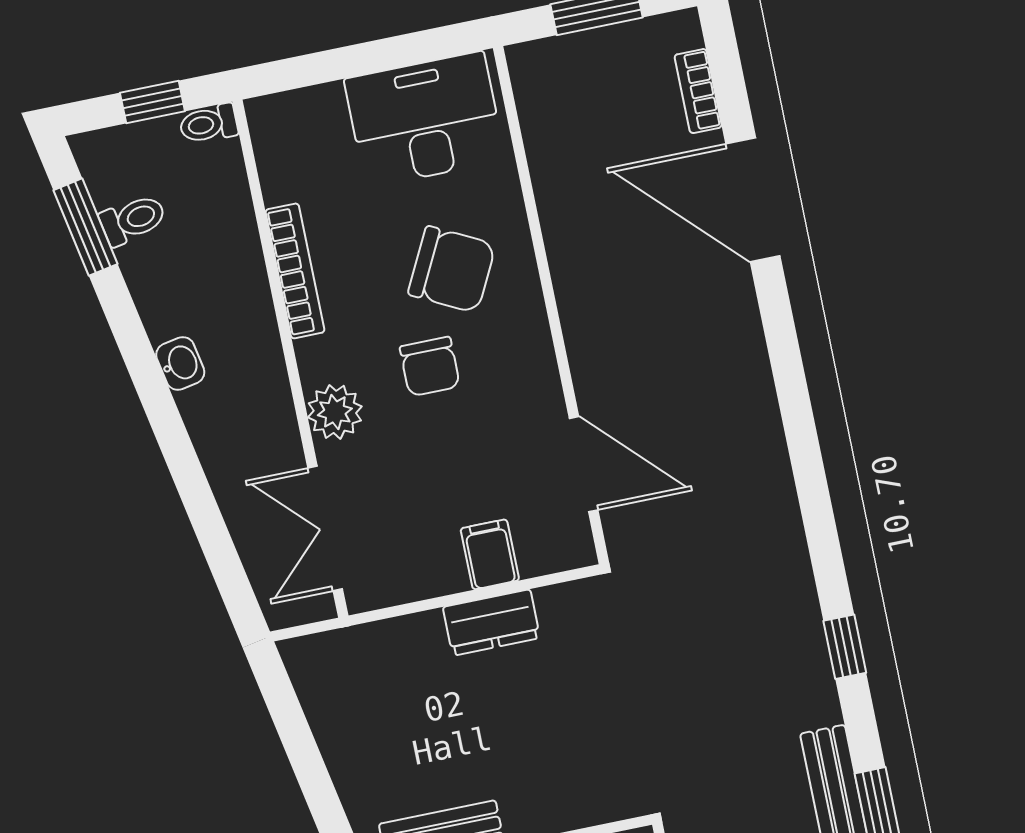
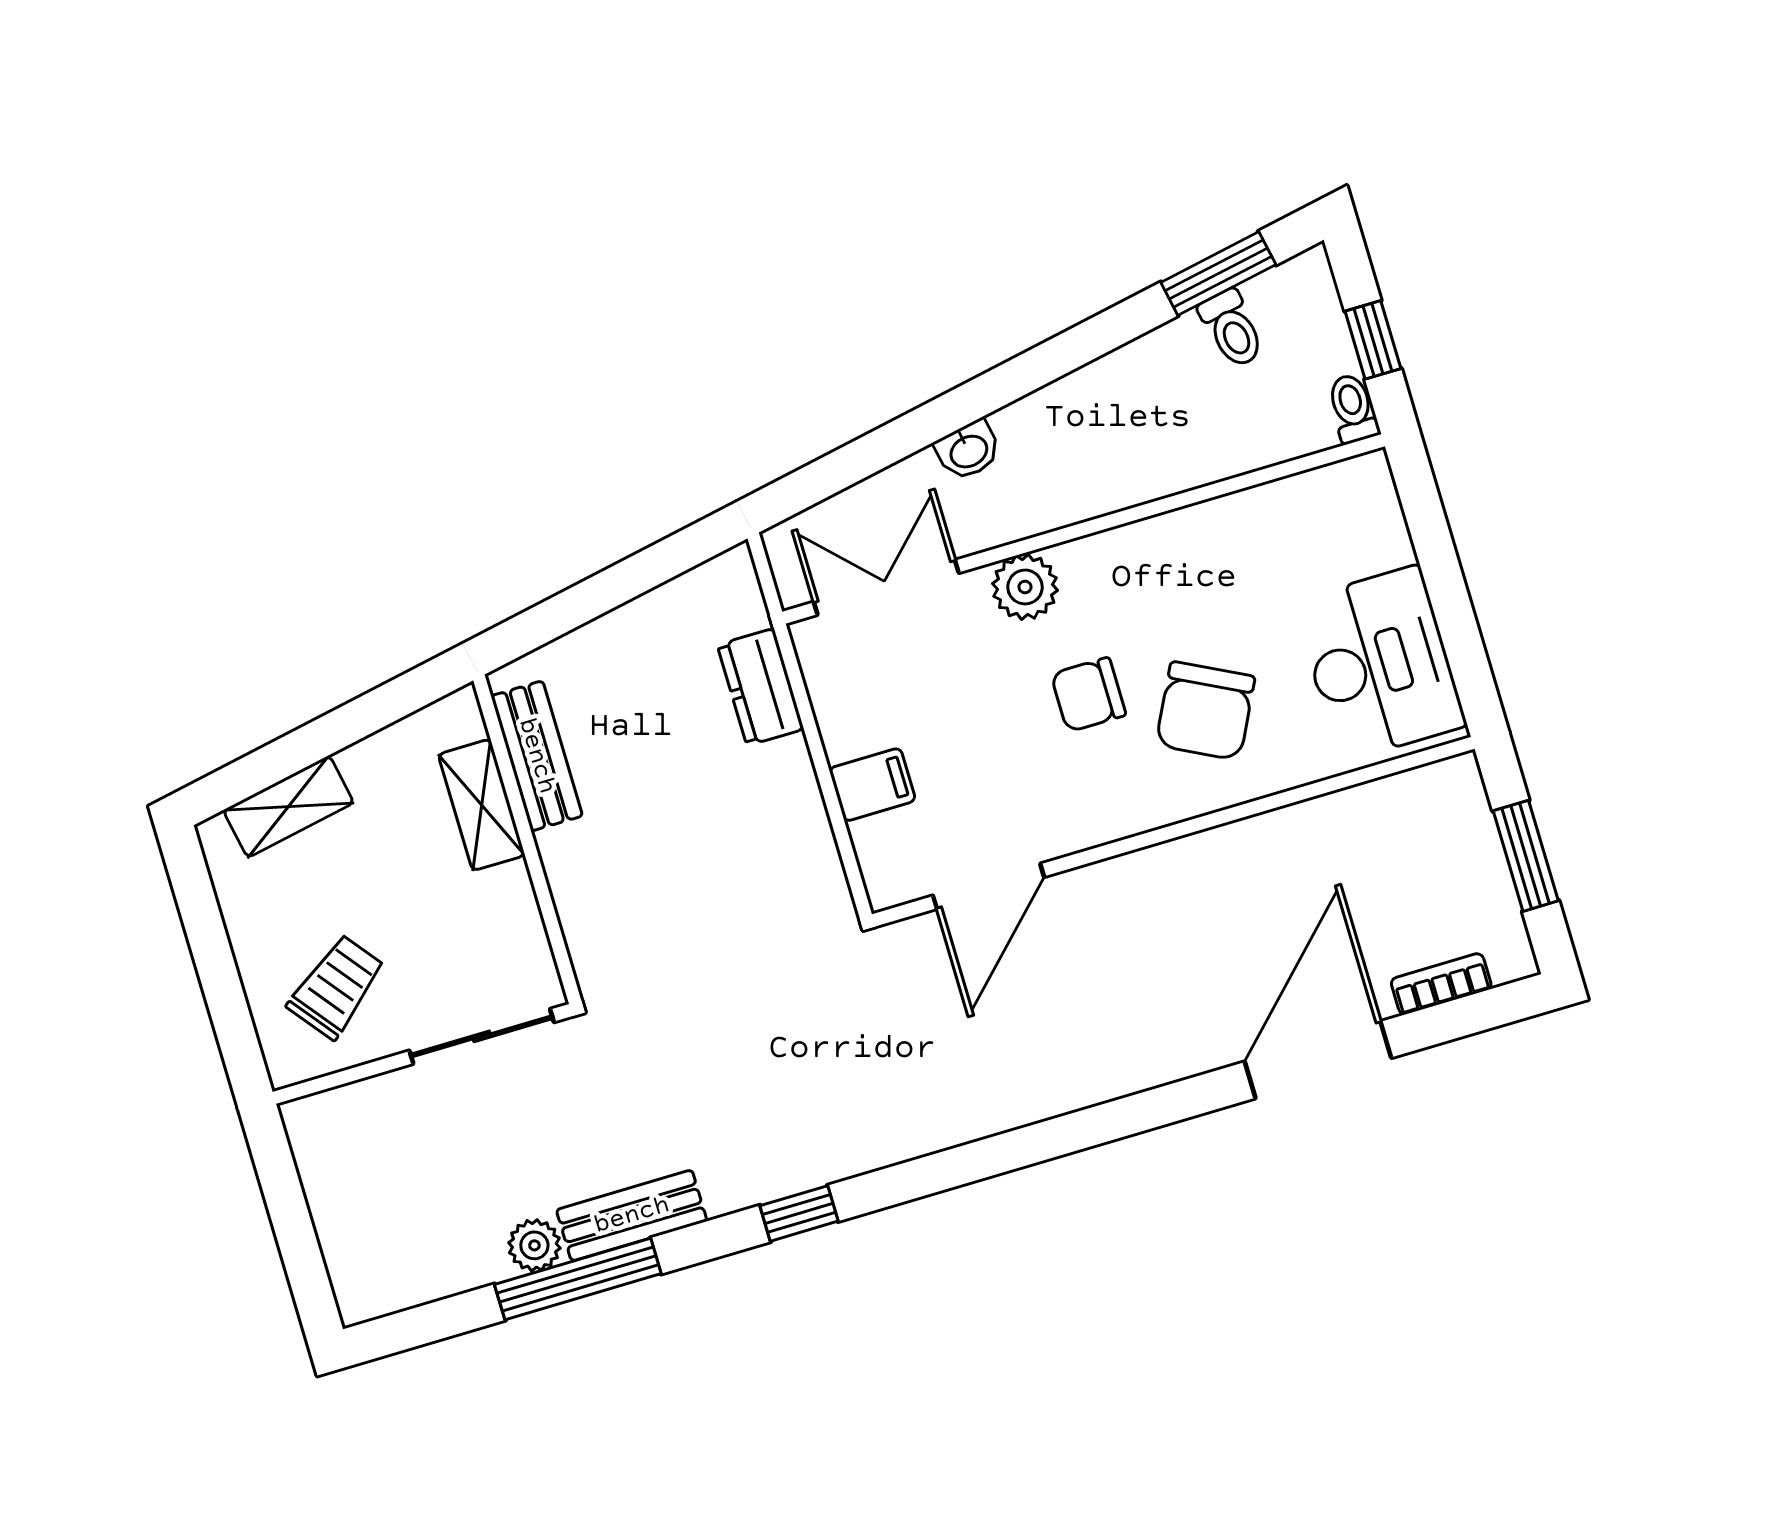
bookcase: (295, 271) -> (1188, 526), removed
washbasin: (180, 363) -> (968, 450), moved
dresser: (491, 622) -> (760, 687), moved

